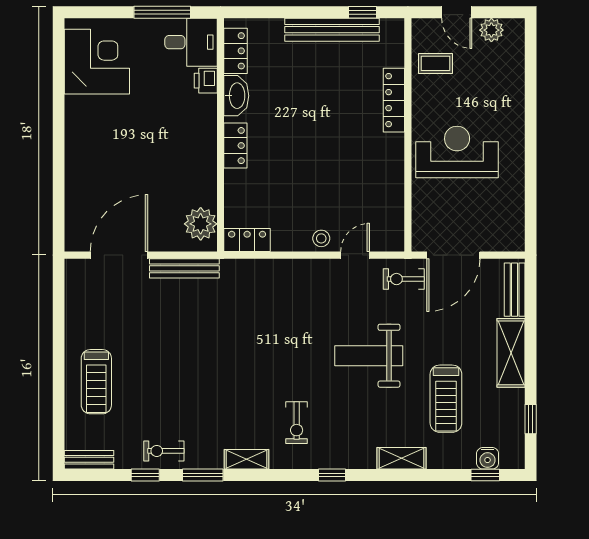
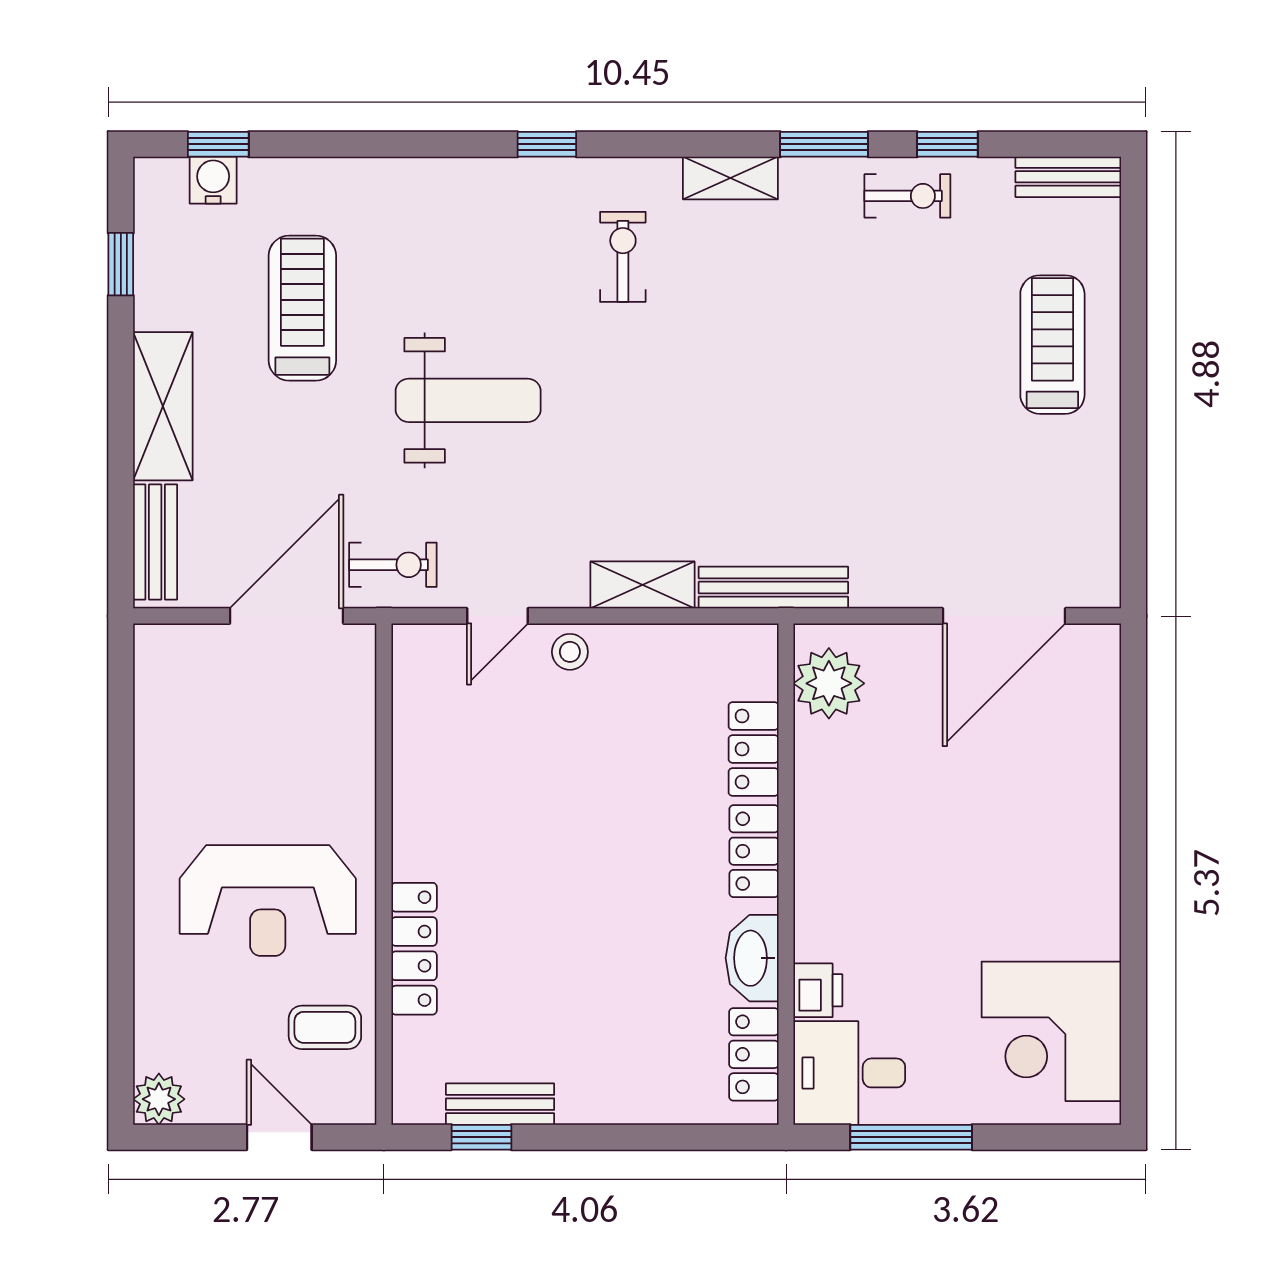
bench: (332, 30) -> (500, 1104), width x0.54, depth x0.82
plant: (491, 30) -> (159, 1099), moved
reception desk: (457, 152) -> (268, 901), moved
locker: (247, 240) -> (754, 749), moved, turned 90
bench: (184, 268) -> (773, 588), moved
shelving: (402, 458) -> (643, 585), moved

